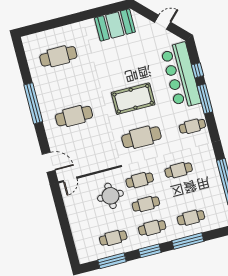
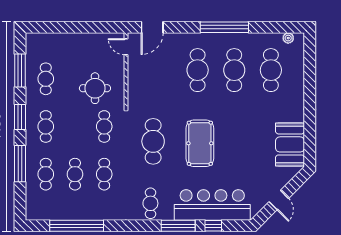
plant: (29, 49) -> (288, 38), added
cafe table: (66, 86) -> (234, 70), added
cafe table: (146, 204) -> (75, 174), moved

